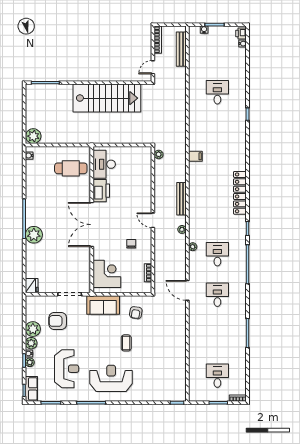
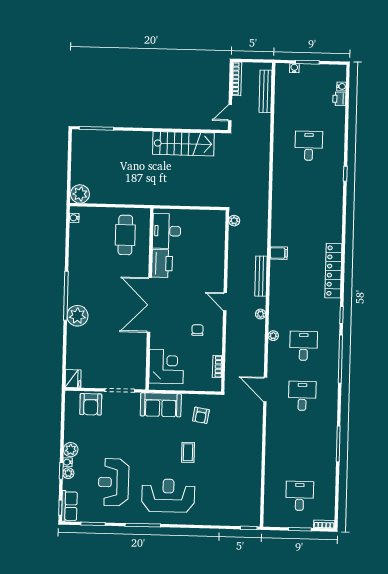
printer: (241, 34) -> (339, 99), moved
stairs: (107, 98) -> (183, 144), width x0.73, depth x0.66
filing cabinet: (195, 156) -> (279, 253), moved
cafe table: (71, 168) -> (125, 235), turned 90
armchair: (58, 321) -> (91, 404), moved, turned -90
plant: (33, 329) -> (73, 432), removed
reception desk: (67, 369) -> (114, 482), turned 180

